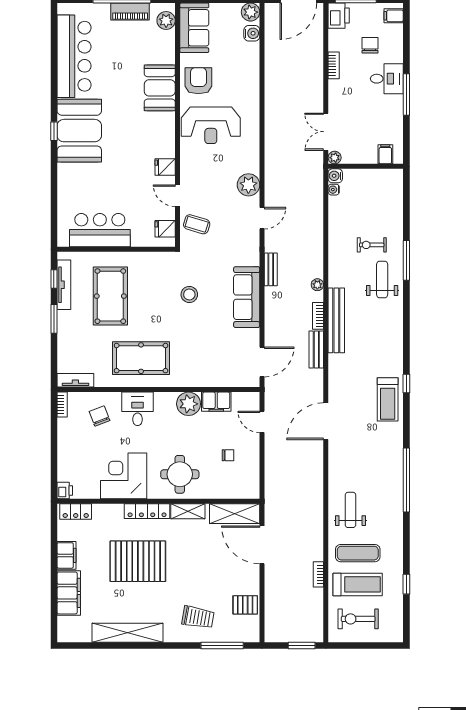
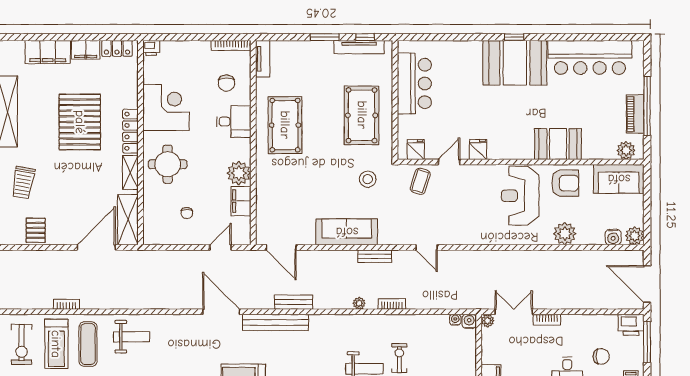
bookcase: (334, 65) -> (547, 320), moved
plant: (248, 185) -> (565, 234), moved
stool: (189, 294) -> (368, 179), moved
pool table: (110, 296) -> (362, 115), moved, turned 90
bookcase: (318, 316) -> (392, 304), moved
bench: (336, 320) -> (275, 322), moved
bookcase: (62, 404) -> (231, 45), width x1.56
chair: (100, 416) -> (226, 83), turned 111
locker: (76, 512) -> (117, 48), moved, turned -90
exercise bike: (358, 619) -> (22, 344), turned 180

